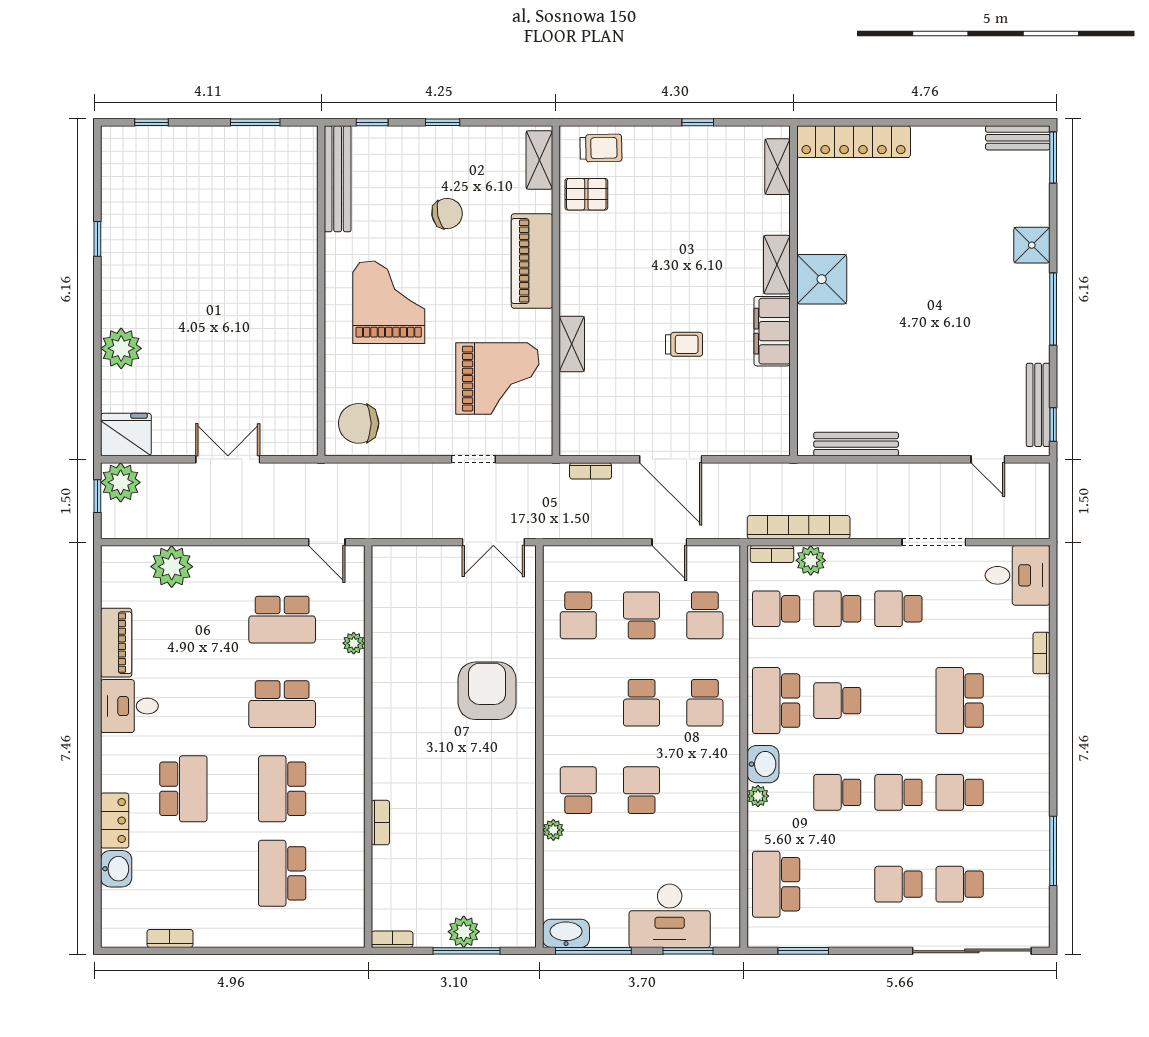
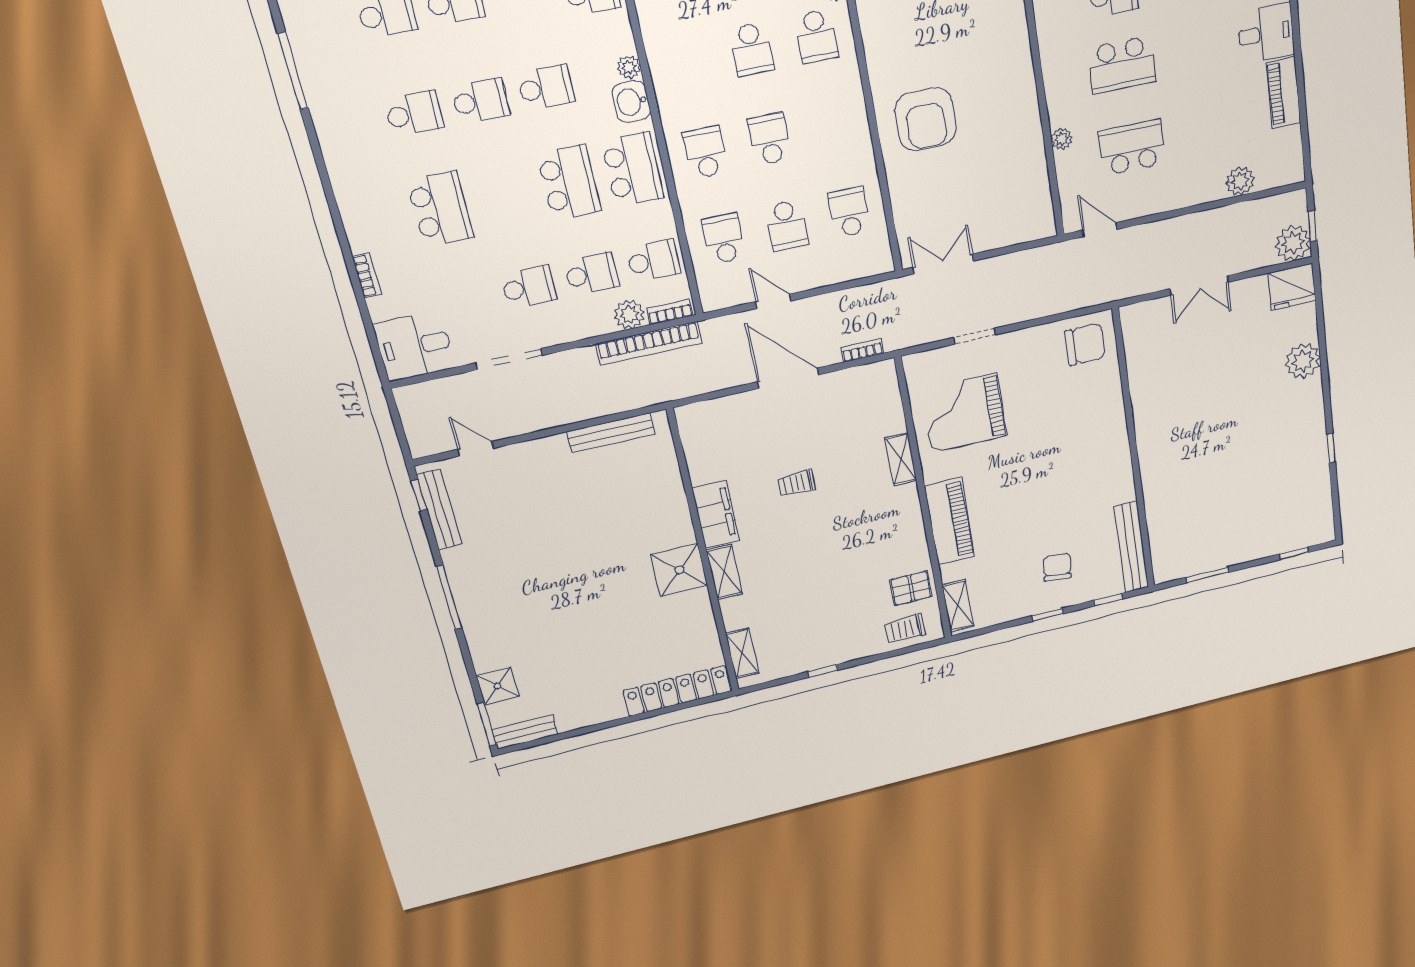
chair: (447, 214) -> (1057, 567), moved, turned 108
shower: (1032, 245) -> (497, 686), moved
grand piano: (389, 302) -> (1073, 456), removed
plant: (172, 567) -> (1240, 181), width x0.73, depth x0.73
school desk: (837, 701) -> (569, 183), width x1.85
school desk: (282, 704) -> (1122, 65), turned 180

